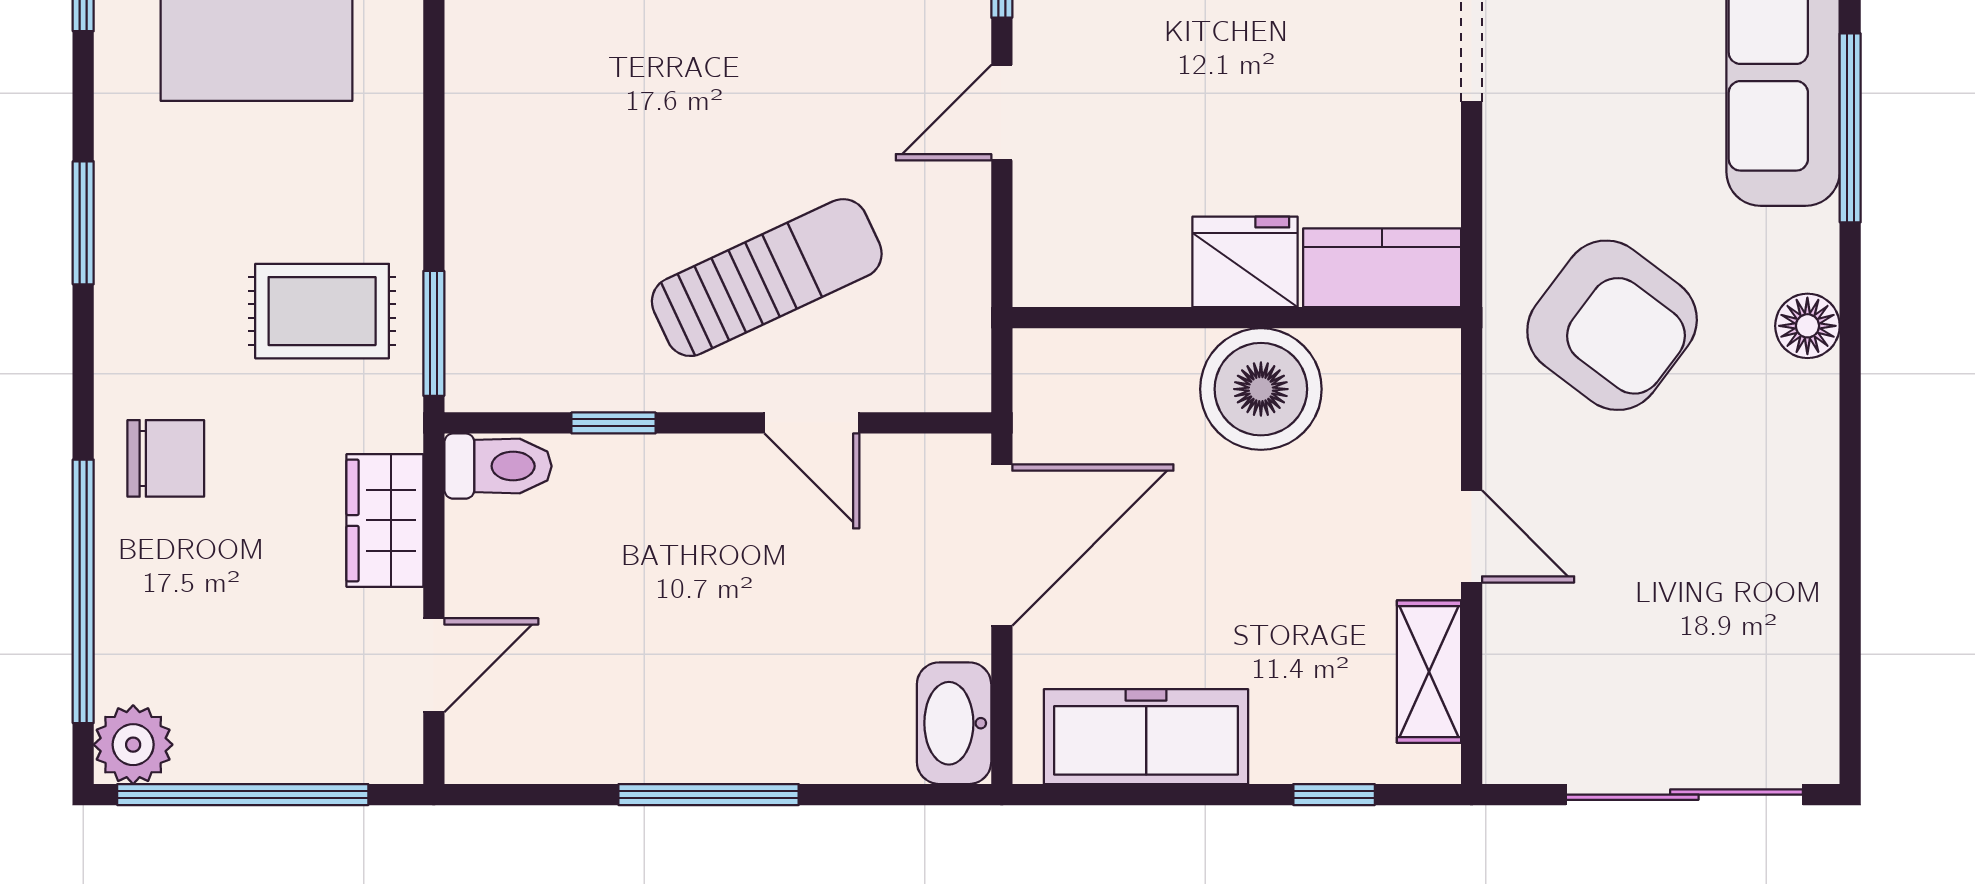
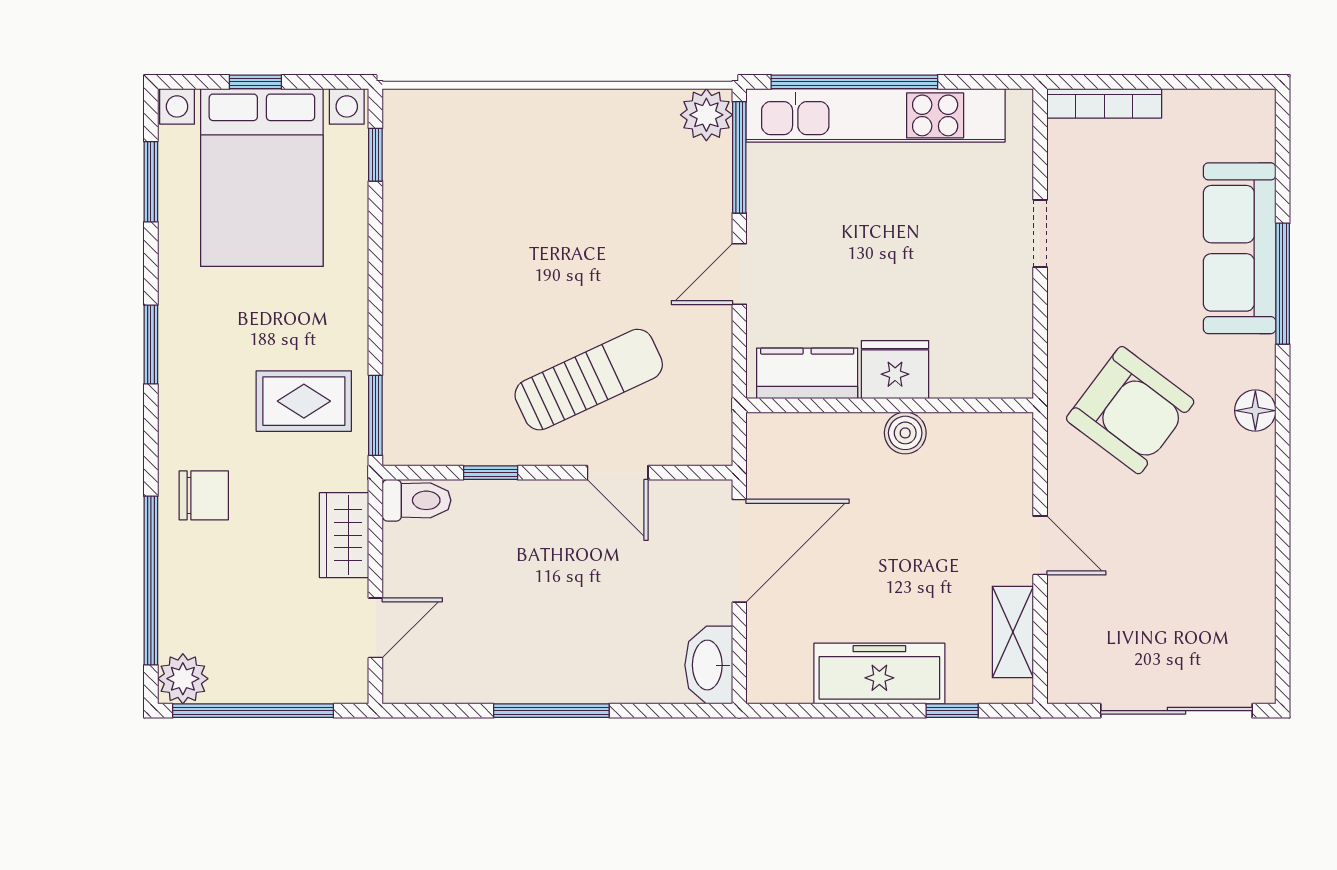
kitchen counter: (1382, 268) -> (807, 373), moved
boiler: (1261, 389) -> (905, 433), width x0.54, depth x0.54
freezer: (1146, 737) -> (879, 674), moved

